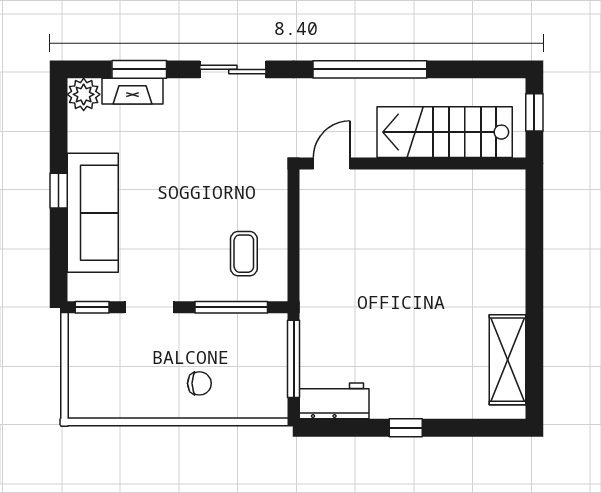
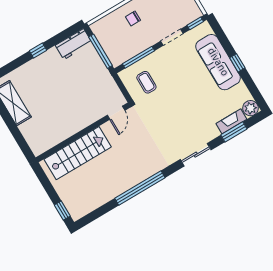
stairs: (445, 132) -> (78, 153), moved
door: (332, 163) -> (116, 113), moved
wall: (412, 163) -> (83, 132), moved

